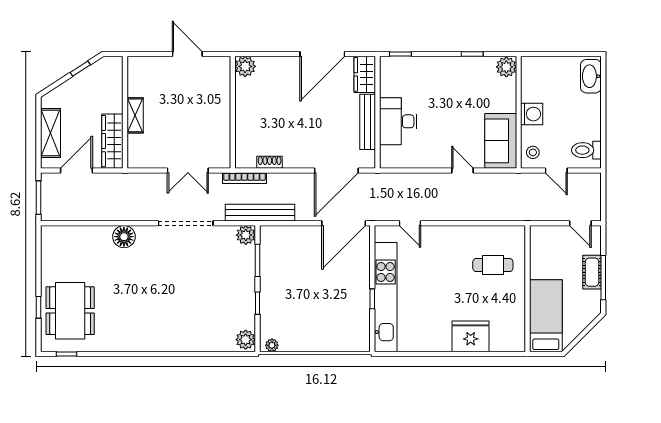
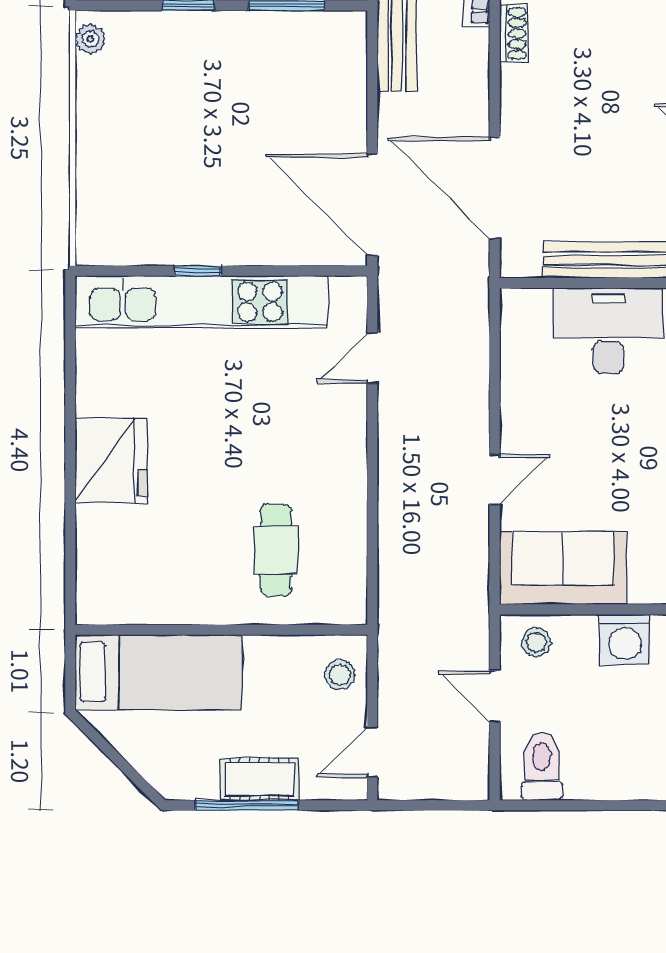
door: (556, 170) -> (495, 696), hinge flipped
stool: (547, 237) -> (340, 675), added
fridge: (471, 336) -> (111, 461), moved

